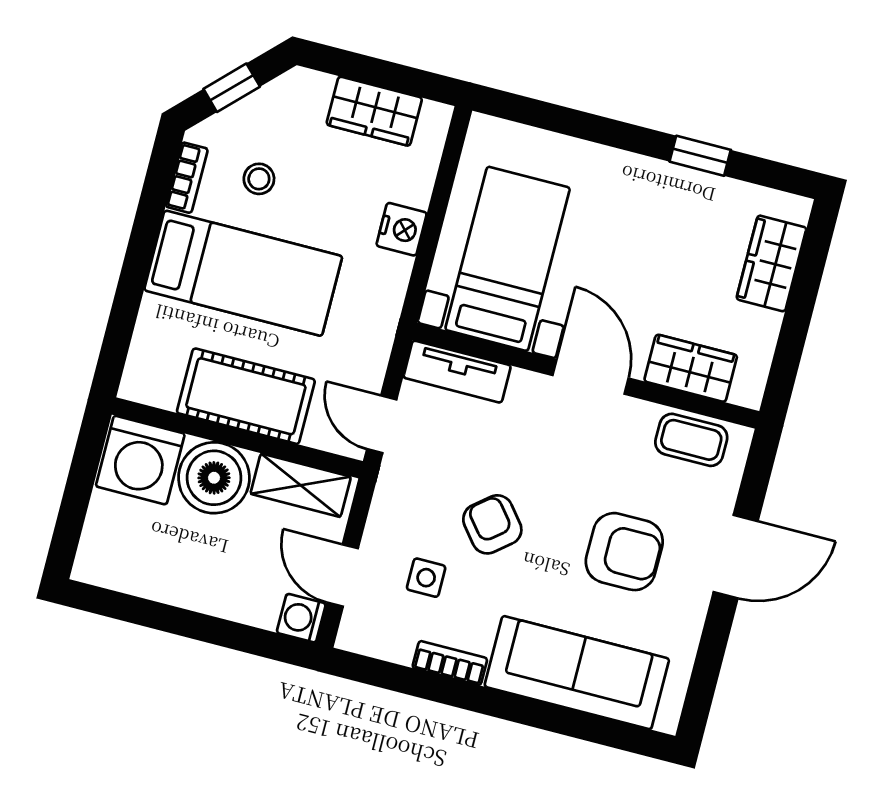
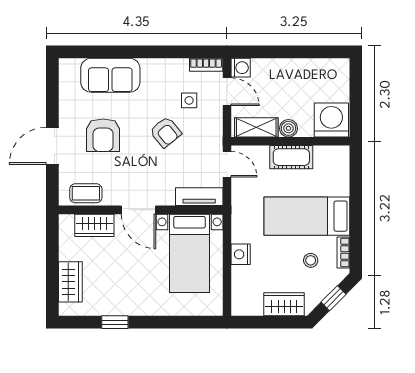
wardrobe: (374, 111) -> (284, 304), moved
cot: (246, 396) -> (291, 157), width x0.73, depth x0.75
boiler: (214, 478) -> (288, 128), width x0.54, depth x0.54
armchair: (624, 552) -> (103, 135), turned -90
bookcase: (450, 663) -> (206, 65), moved
sofa: (577, 673) -> (110, 75), width x0.73

